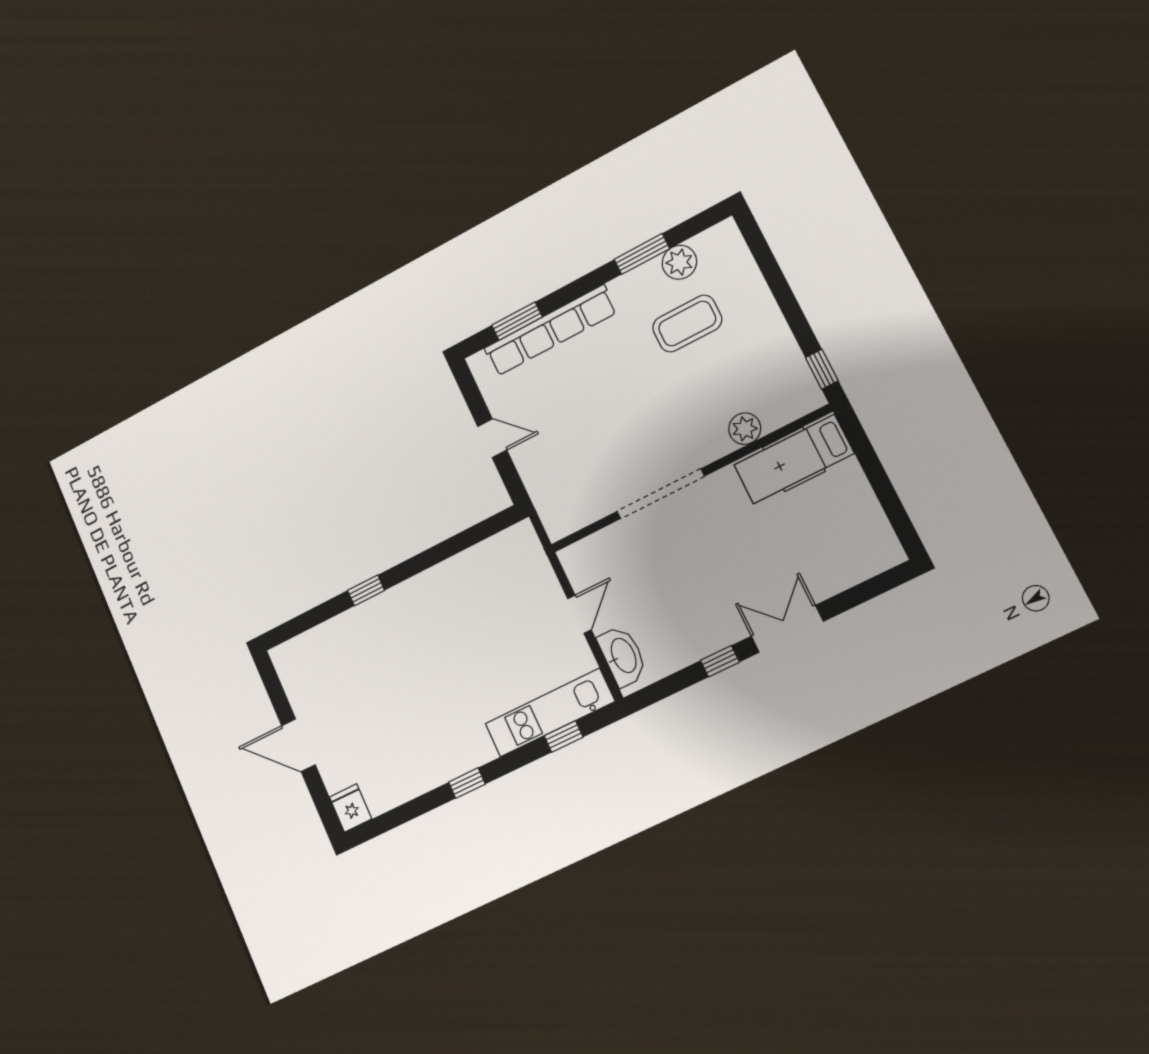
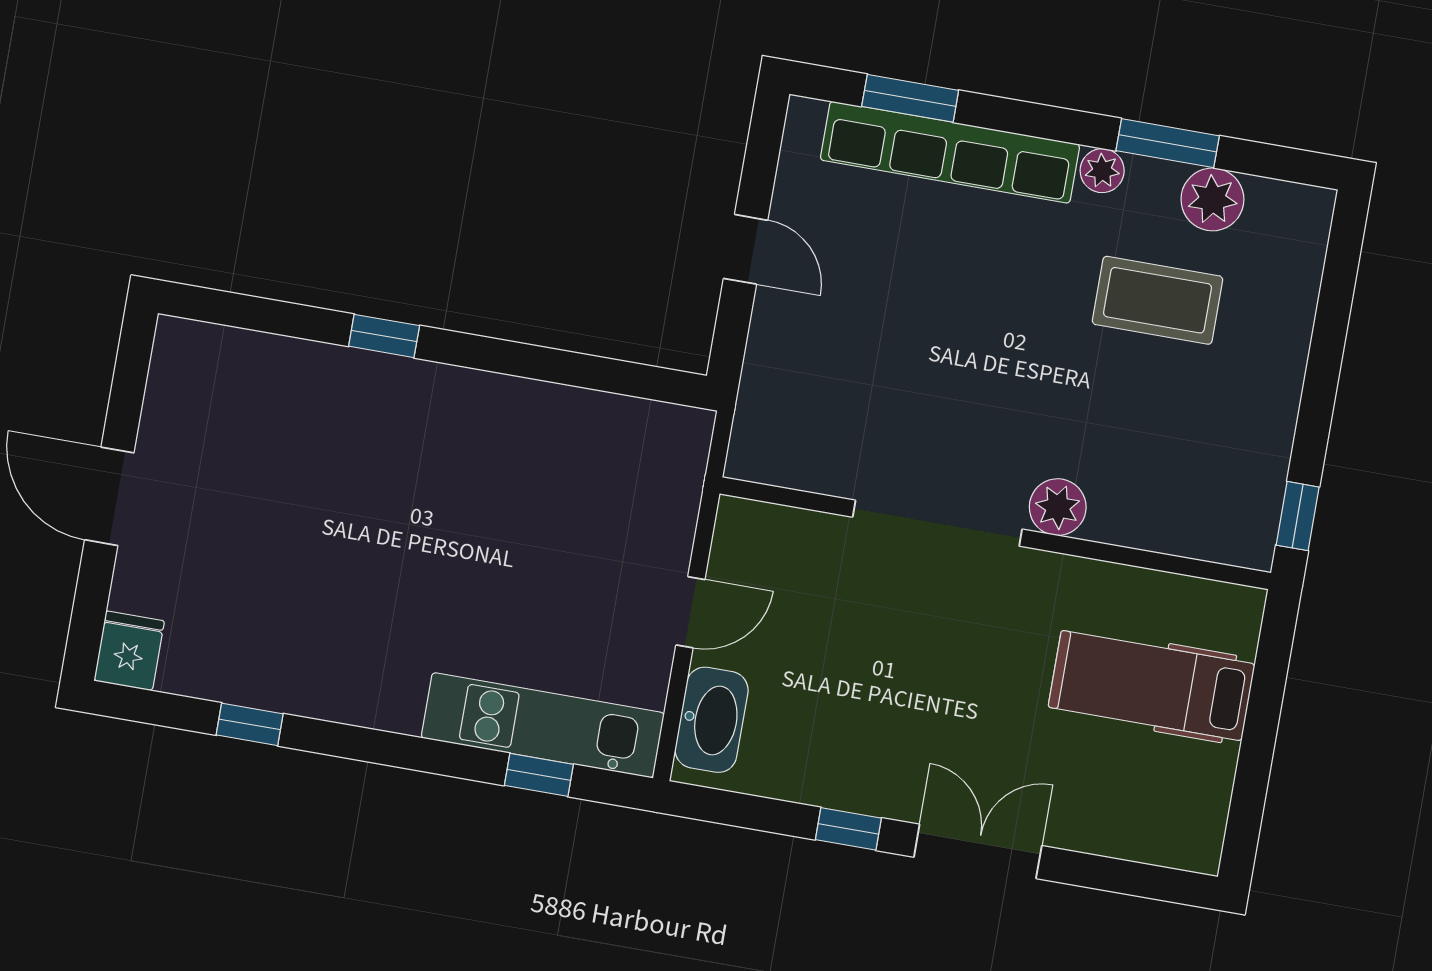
plant: (622, 287) -> (1102, 171), added
plant: (745, 429) -> (1058, 507), moved
hospital bed: (794, 459) -> (1152, 686), moved
window: (467, 783) -> (250, 724), moved

